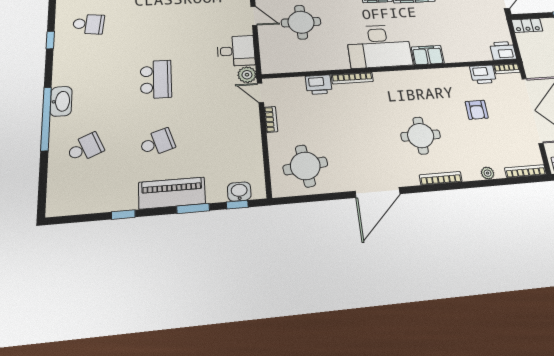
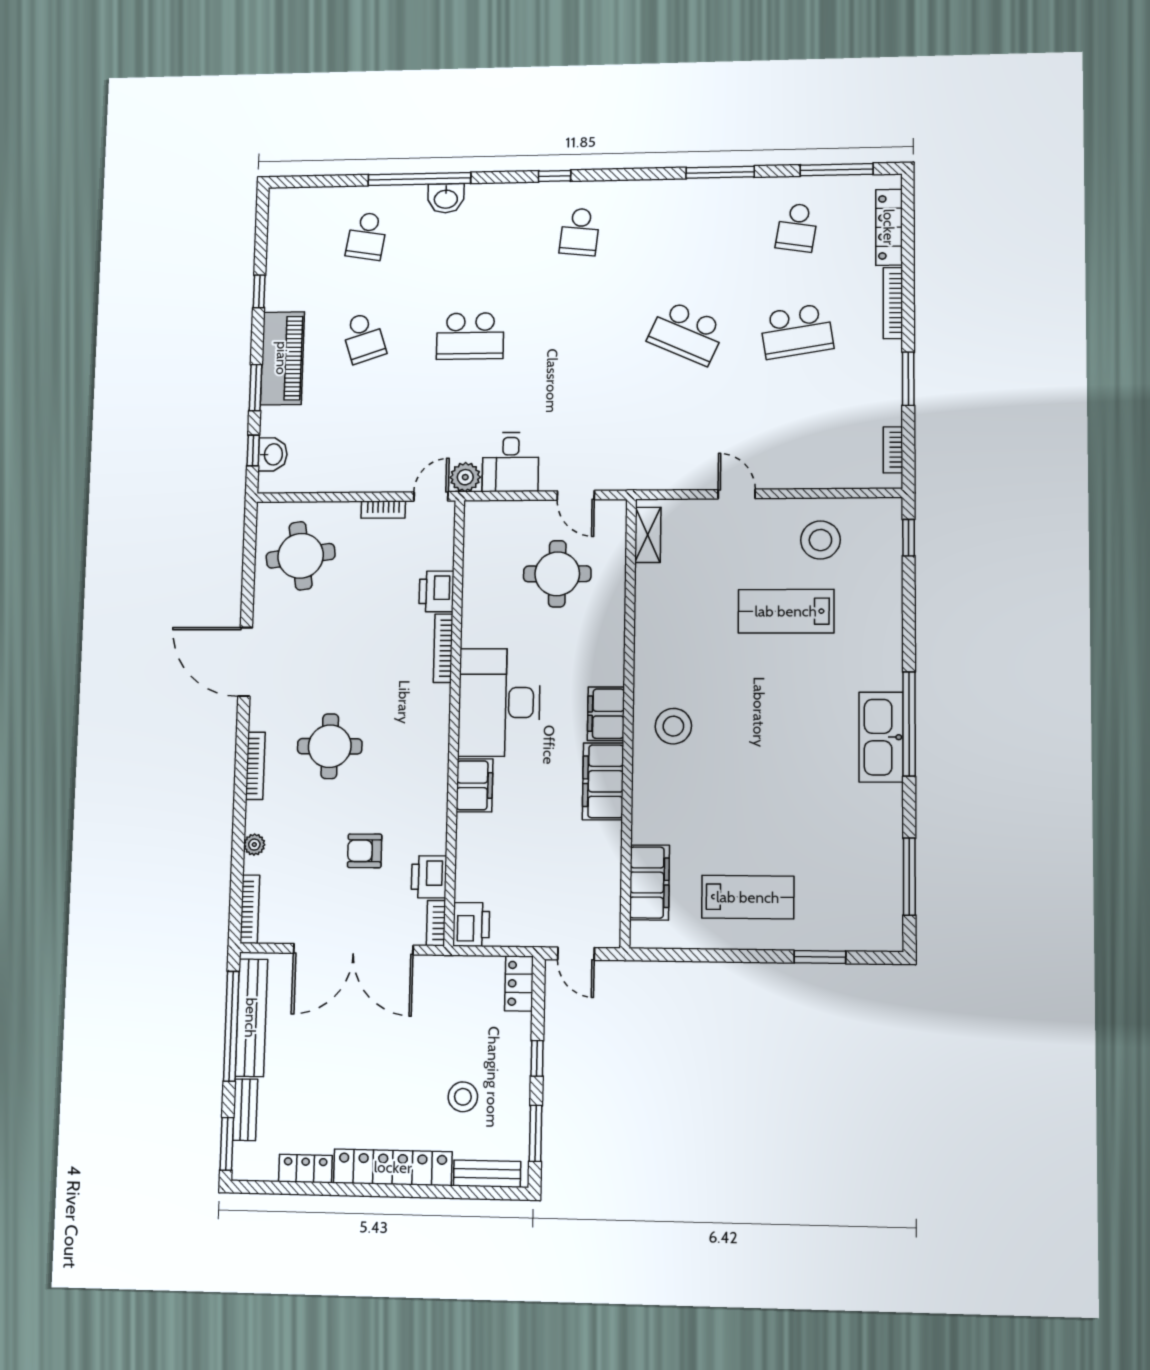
door: (254, 16) -> (576, 495), hinge flipped
washbasin: (61, 101) -> (446, 198), width x0.72
school desk: (85, 148) -> (367, 236), turned 33

